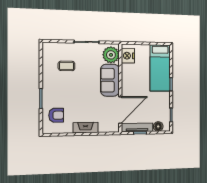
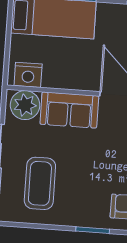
coffee table: (66, 66) -> (40, 183), width x1.86, depth x1.72

